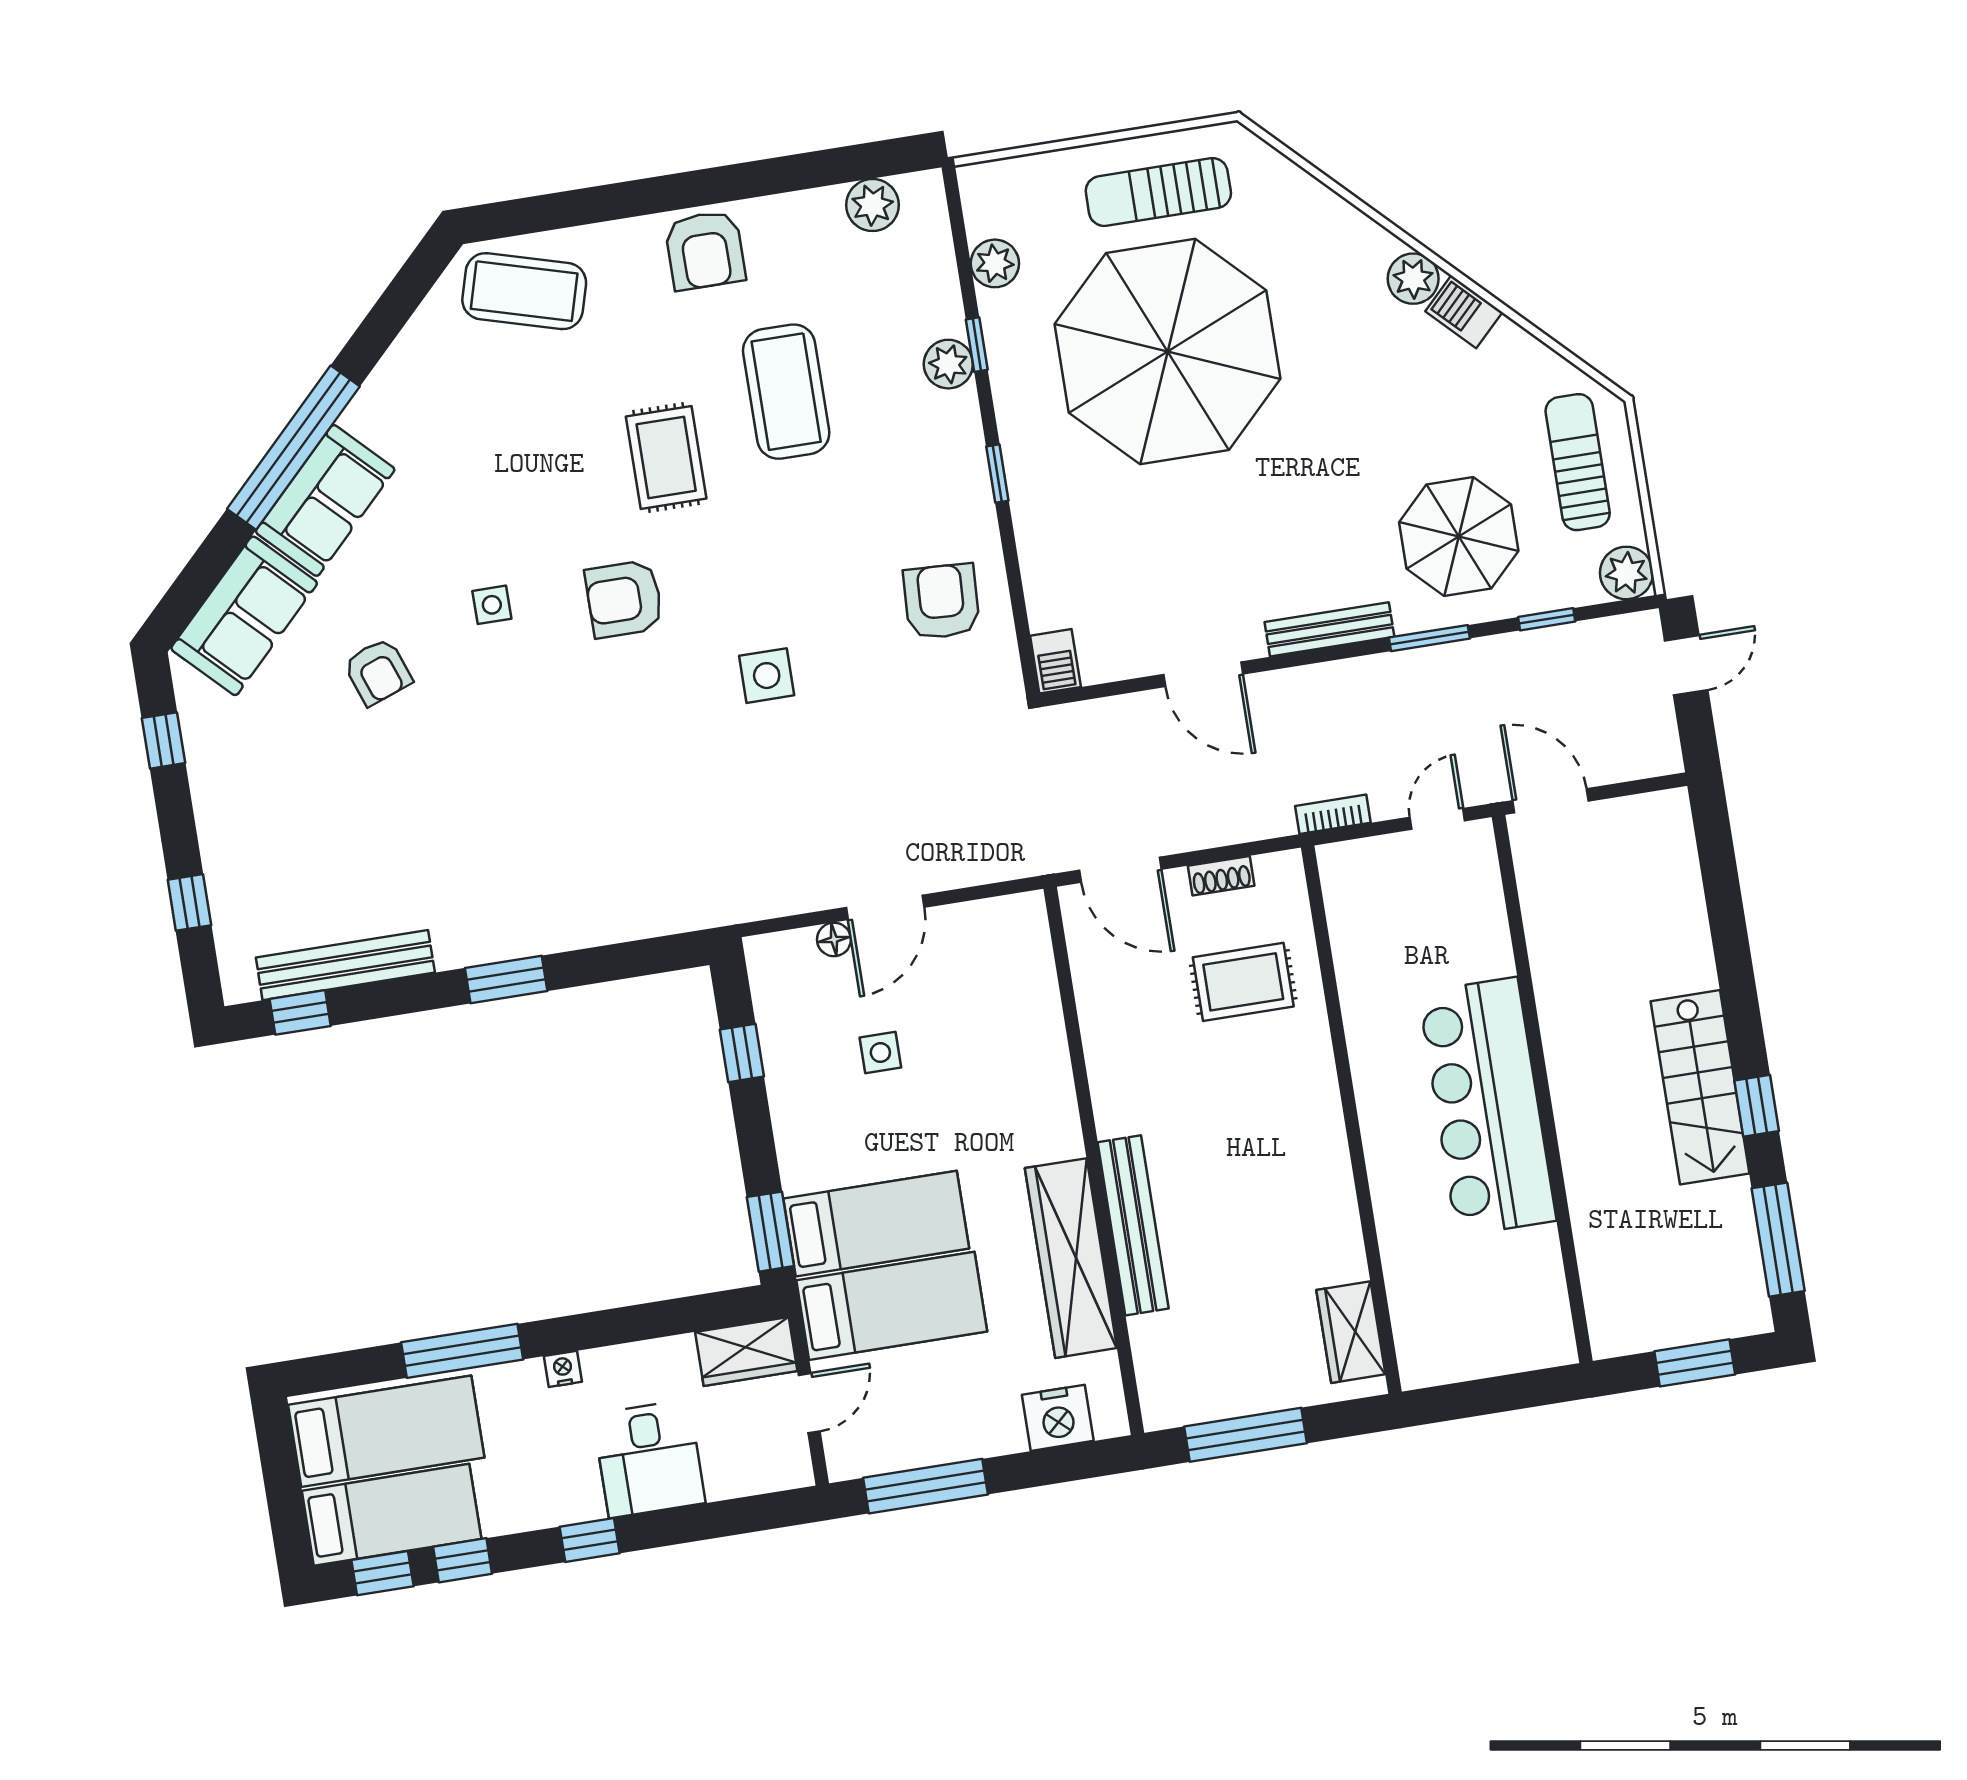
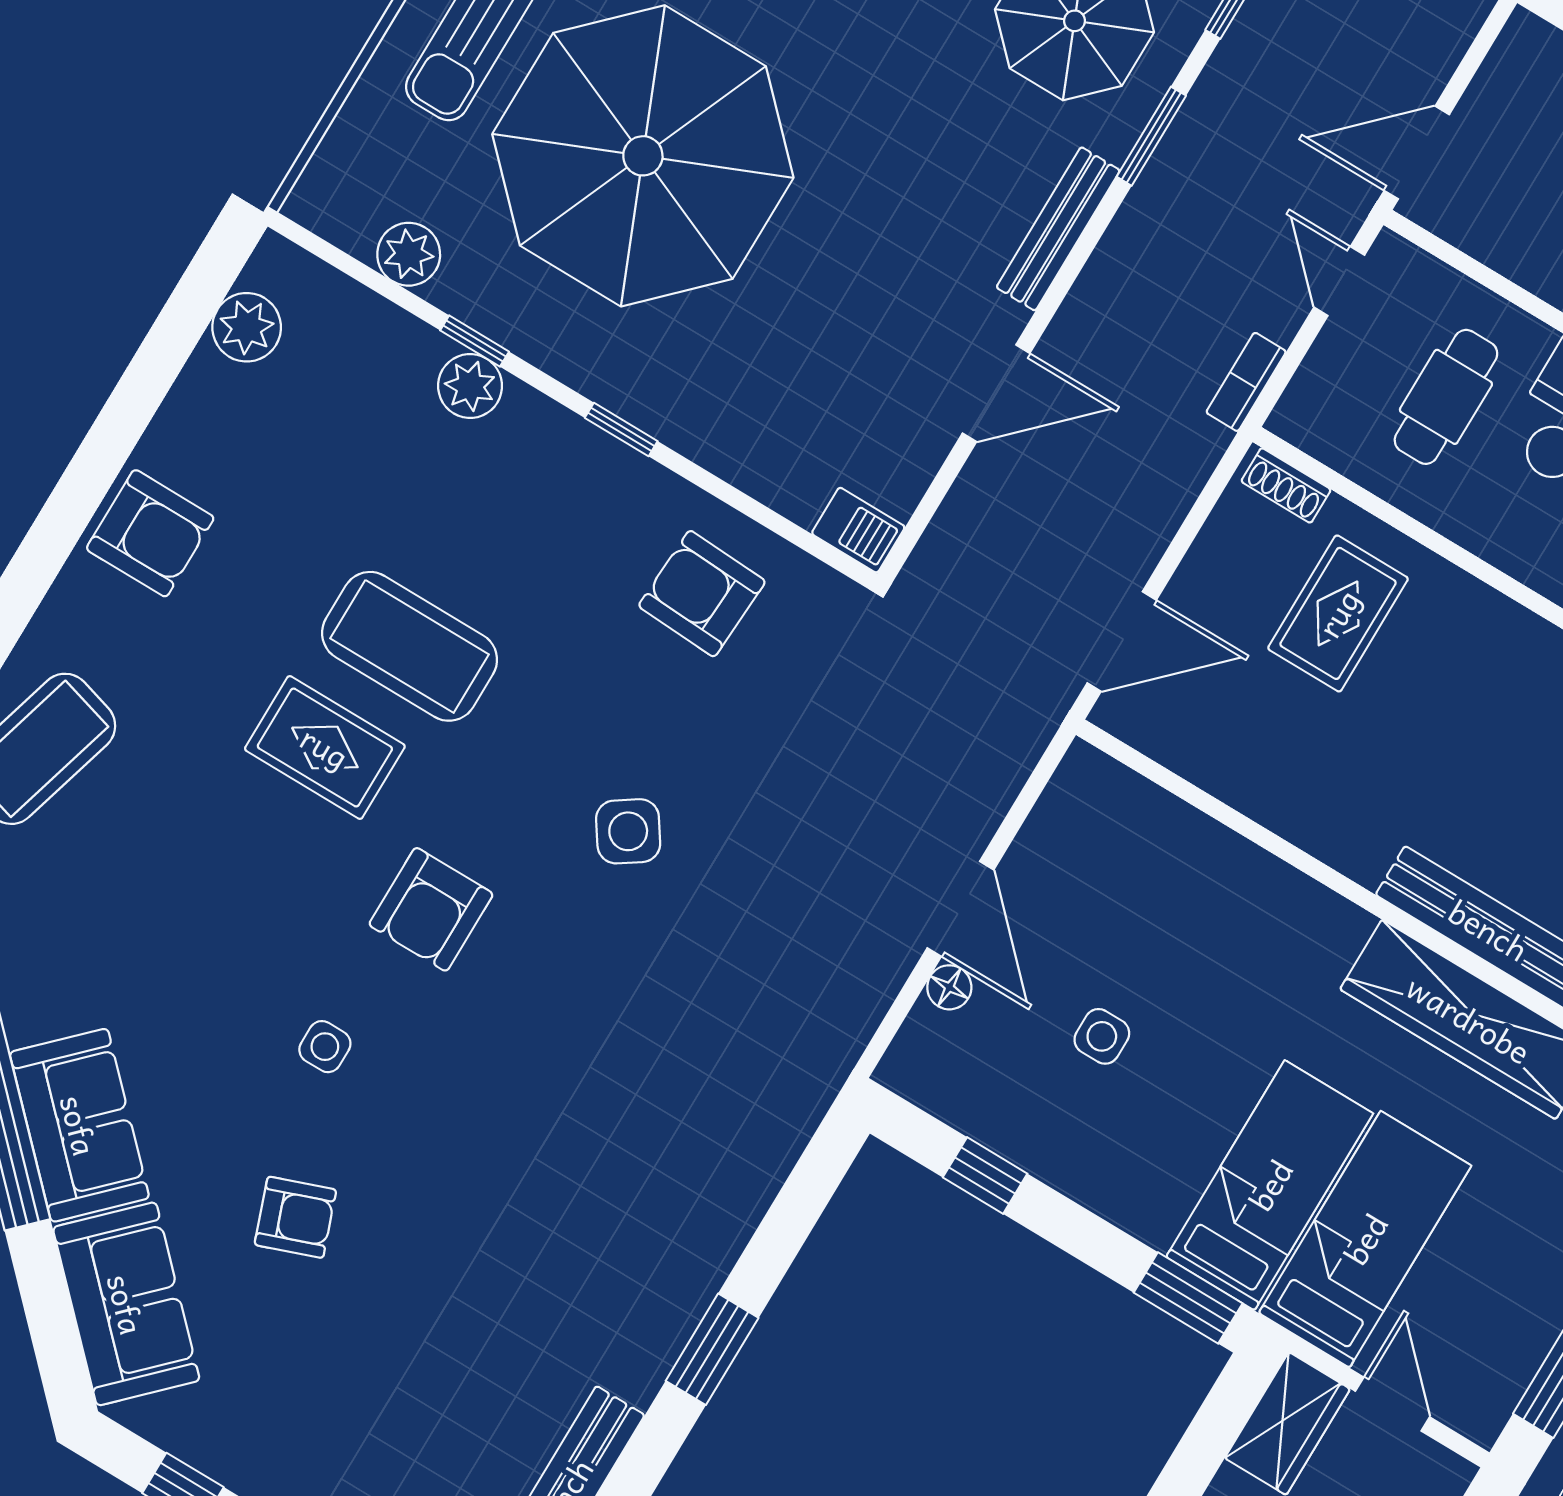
coffee table: (786, 392) -> (410, 646), moved
side table: (767, 676) -> (628, 831), turned -34
shoe rack: (1221, 876) -> (1286, 485), moved, turned 90
cafe table: (1423, 938) -> (1446, 397), added

